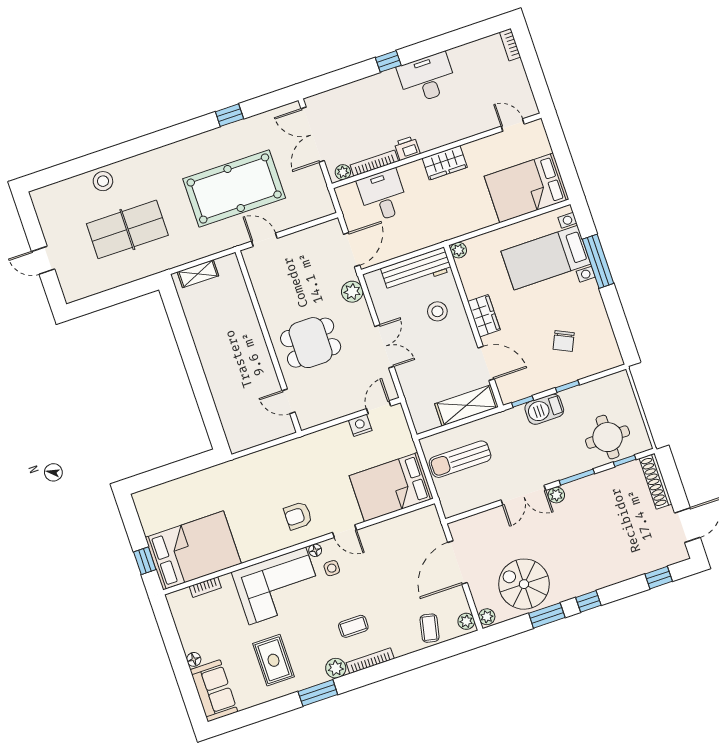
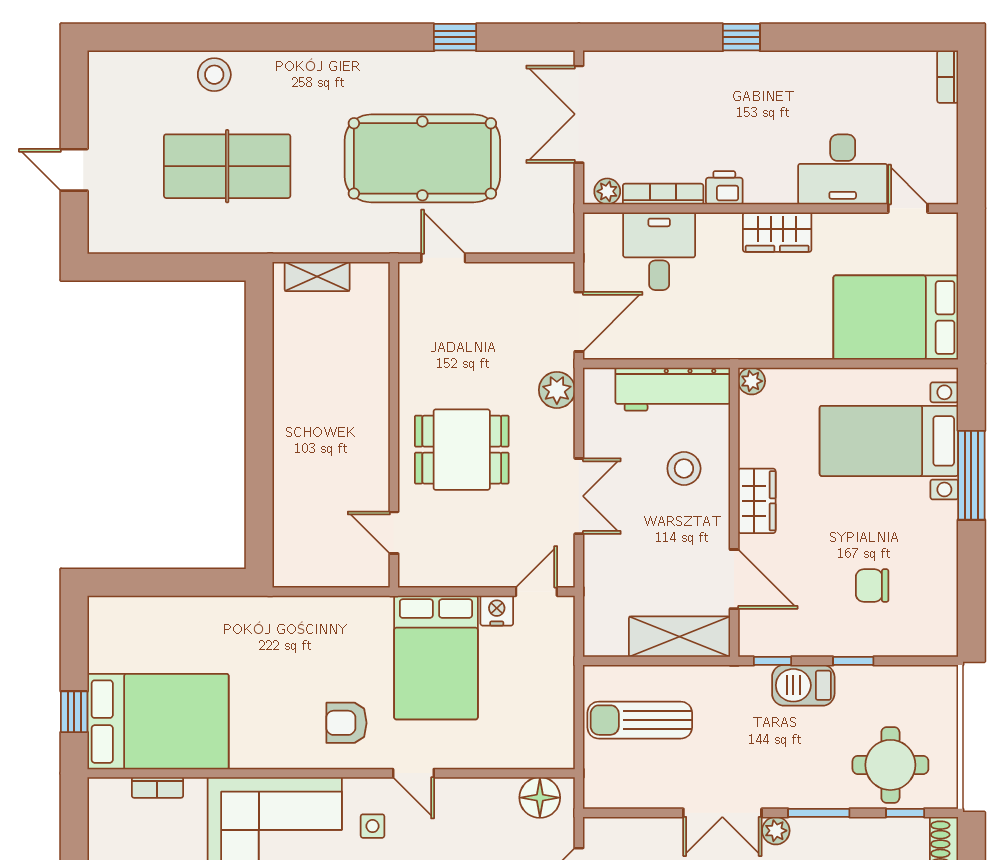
desk: (427, 78) -> (843, 169), moved, turned 180
chair: (564, 341) -> (872, 586), turned 65
bed: (391, 487) -> (436, 657), moved, turned -90
floor lamp: (315, 550) -> (540, 798), moved, width x1.89, depth x1.89

